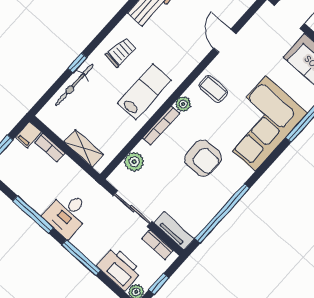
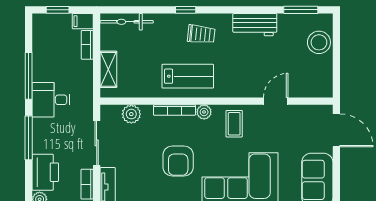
window: (77, 63) -> (186, 10), moved
bicycle: (74, 85) -> (127, 22), moved

